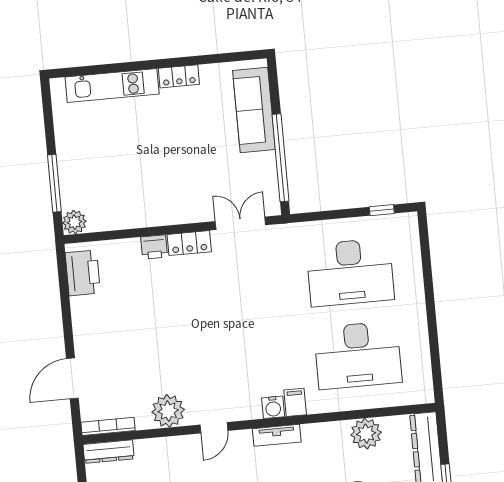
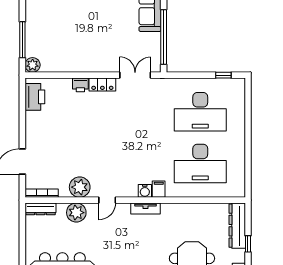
plant: (366, 434) -> (76, 213), moved

